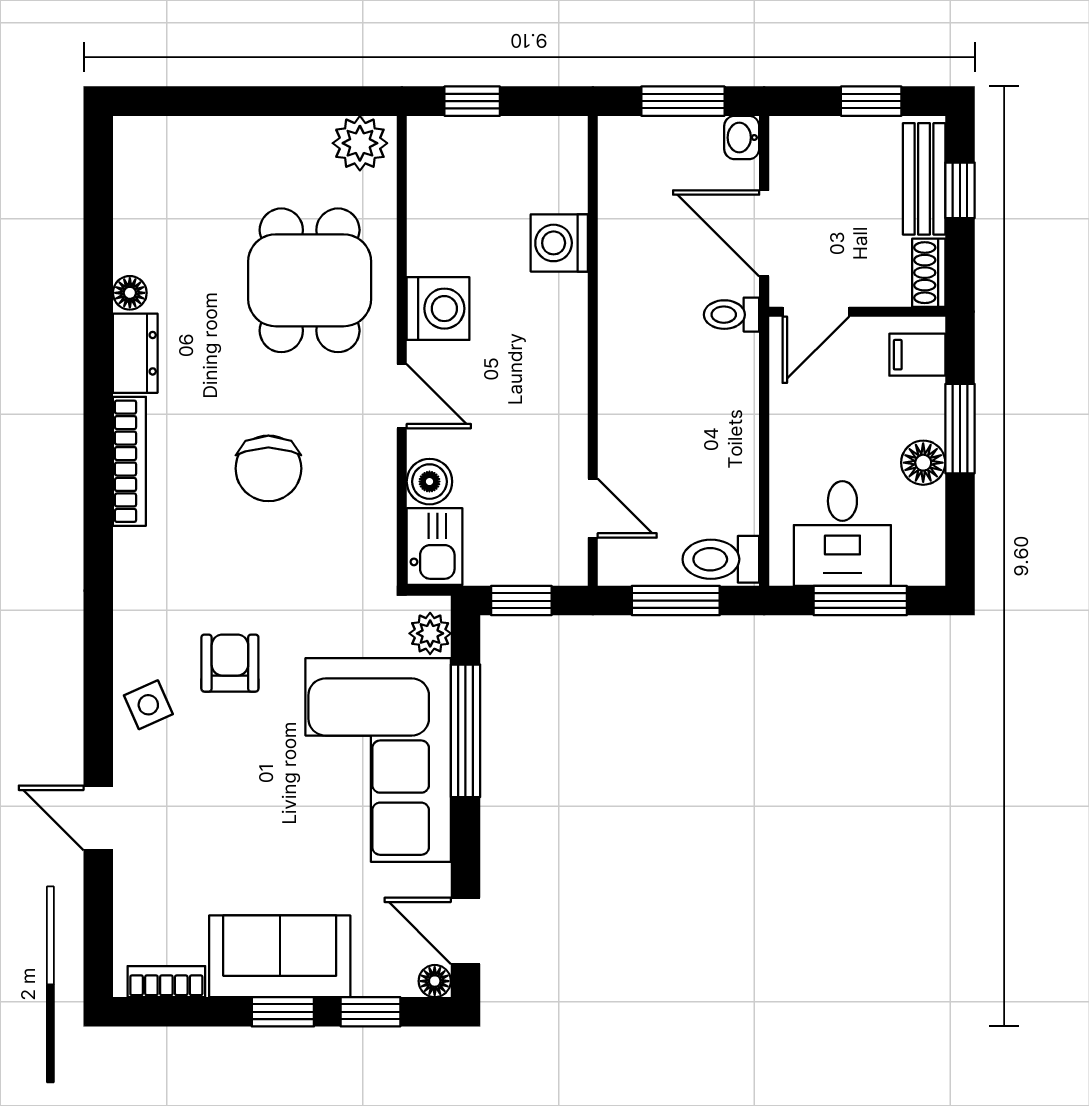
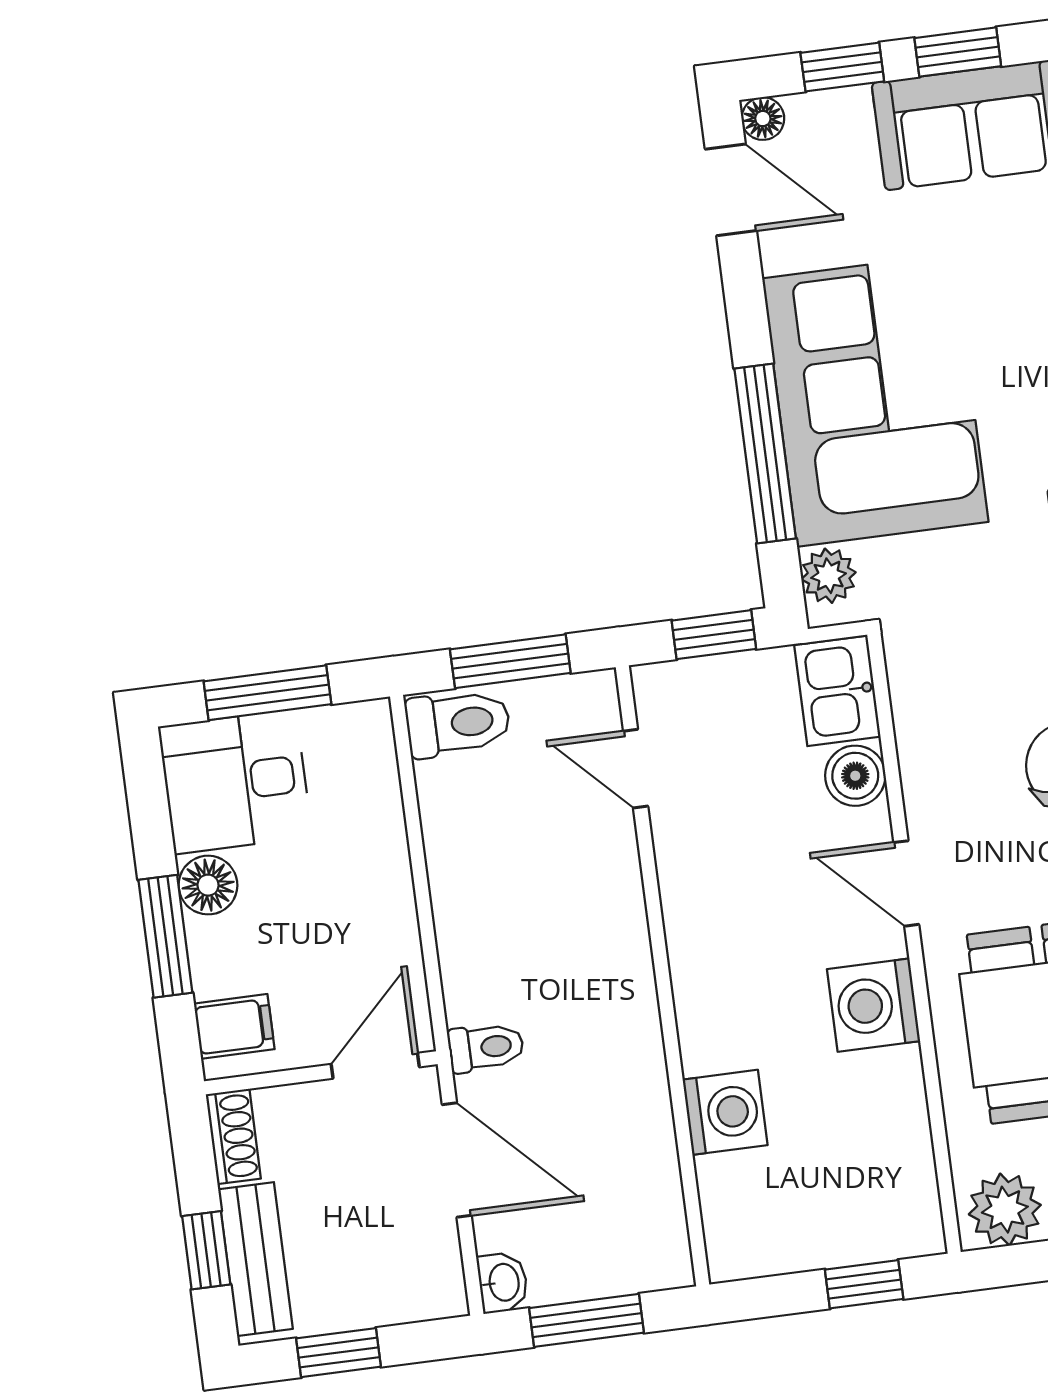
desk: (842, 533) -> (235, 782), moved, turned -90

